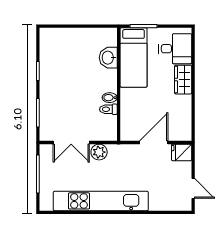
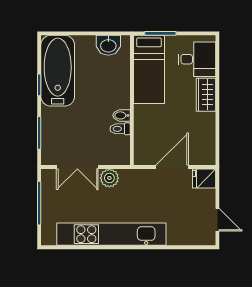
washbasin: (108, 58) -> (108, 45), moved, turned -90
bathtub: (54, 59) -> (58, 71), added

